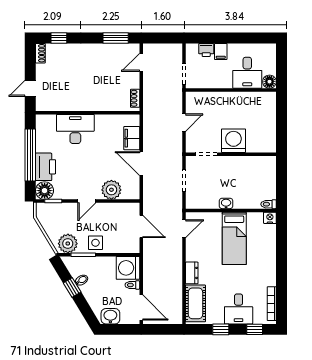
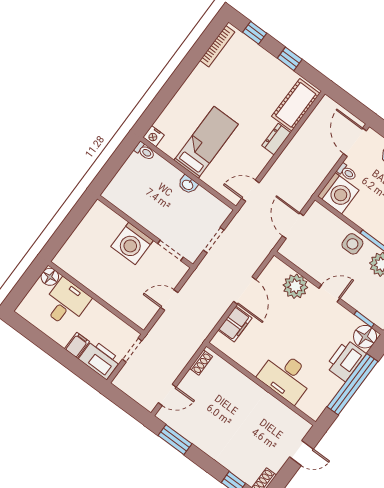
printer: (206, 50) -> (100, 359), width x1.87, depth x1.48
desk: (239, 309) -> (256, 66), removed

